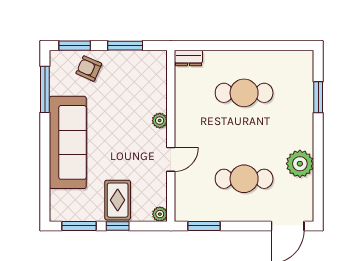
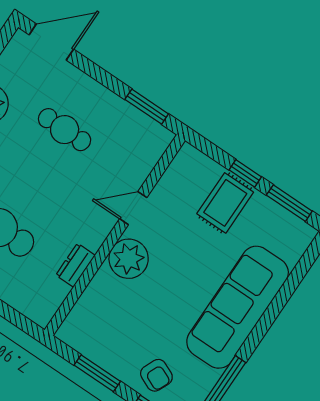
dresser: (188, 58) -> (75, 265), moved, turned -90
plant: (160, 121) -> (129, 259), width x1.88, depth x1.88
cafe table: (244, 179) -> (65, 130), width x0.73, depth x0.74
plant: (160, 214) -> (188, 154), removed

